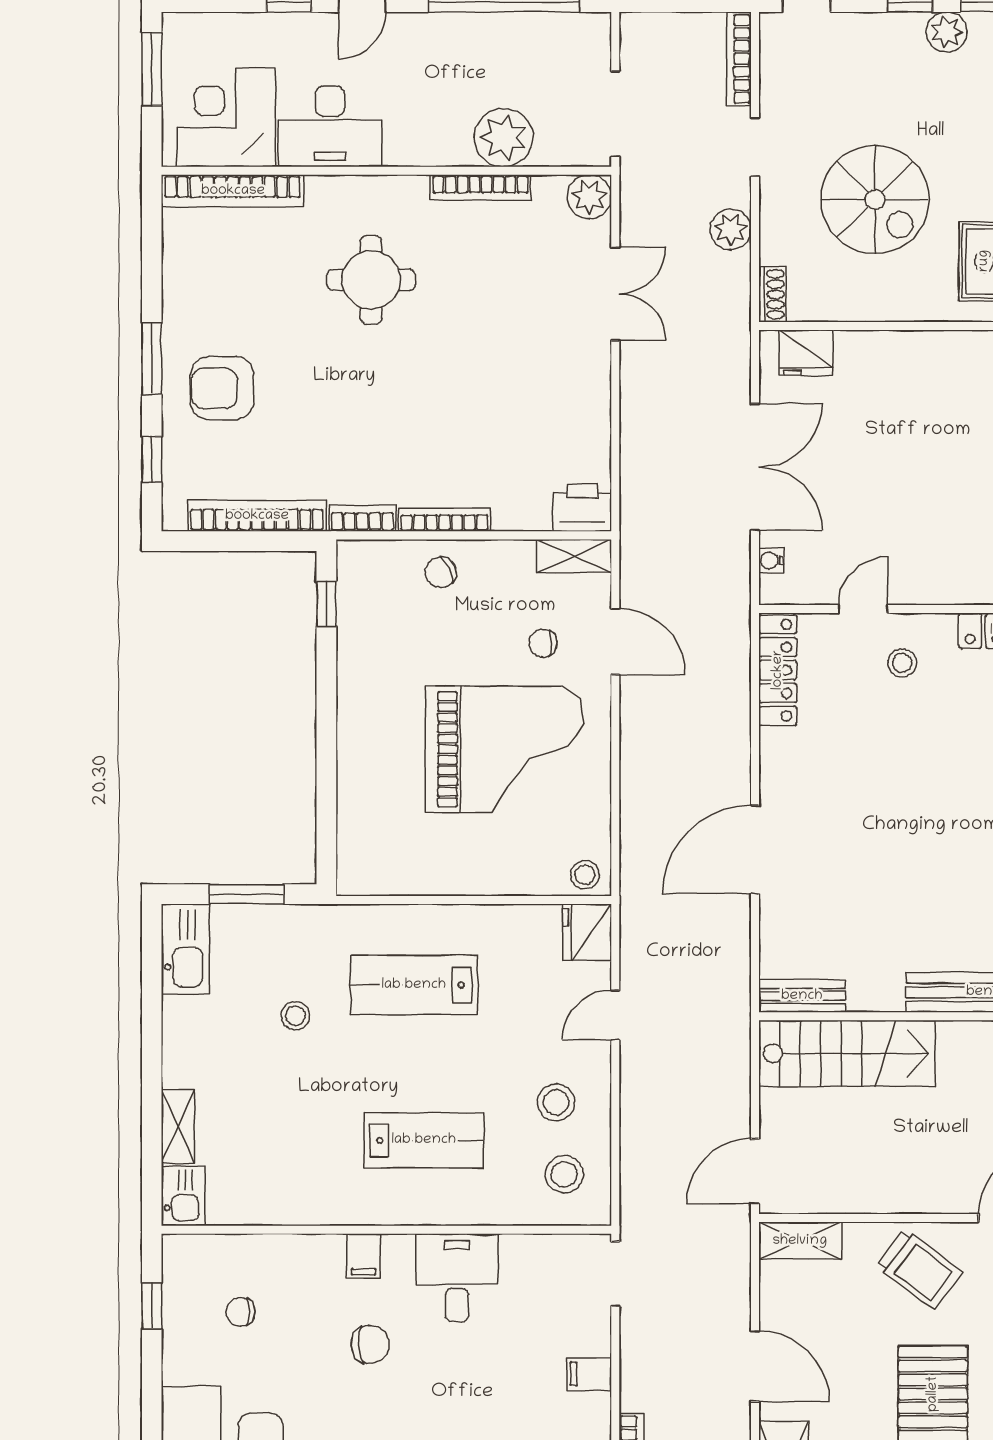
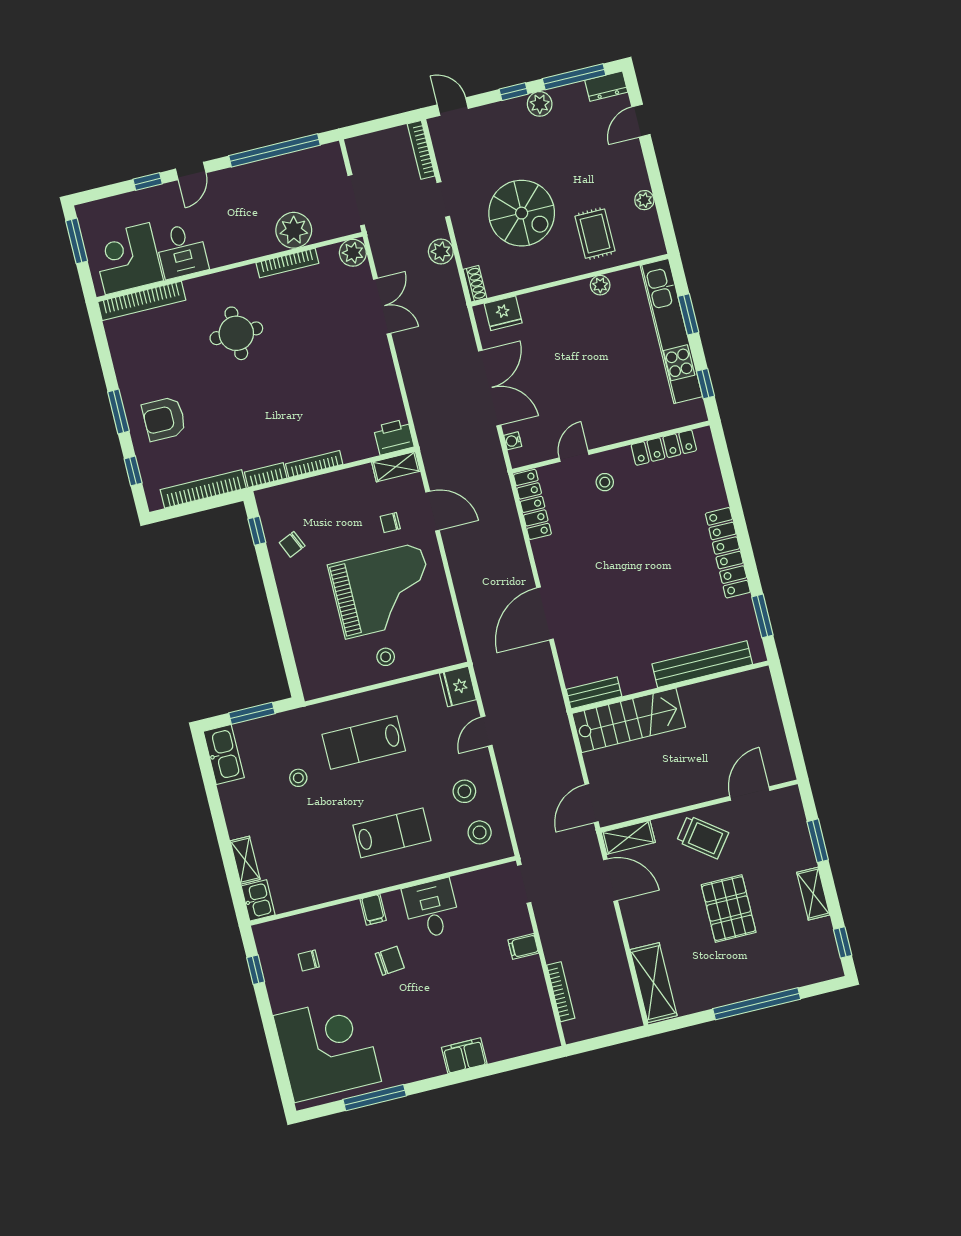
desk: (330, 126) -> (182, 251), width x0.73
plant: (972, 346) -> (600, 285), added
chair: (441, 572) -> (292, 544), moved
stool: (585, 875) -> (386, 657), moved
door: (755, 1366) -> (610, 880), moved

